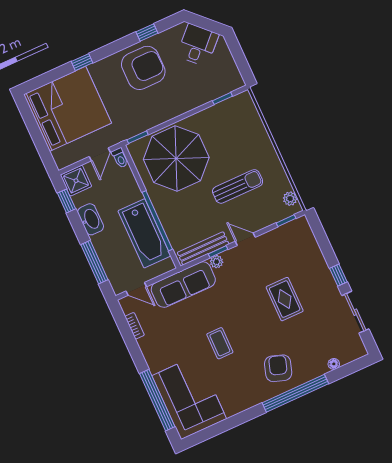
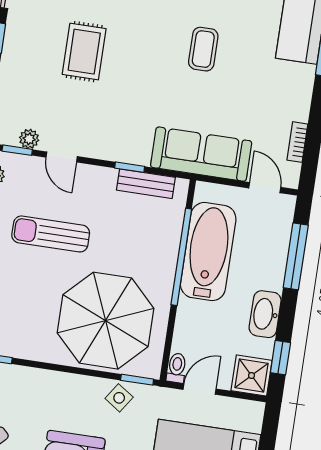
side table: (141, 121) -> (119, 398), added
door: (245, 239) -> (62, 157), moved
bench: (203, 248) -> (146, 184), width x0.73
plant: (217, 262) -> (29, 139), moved

